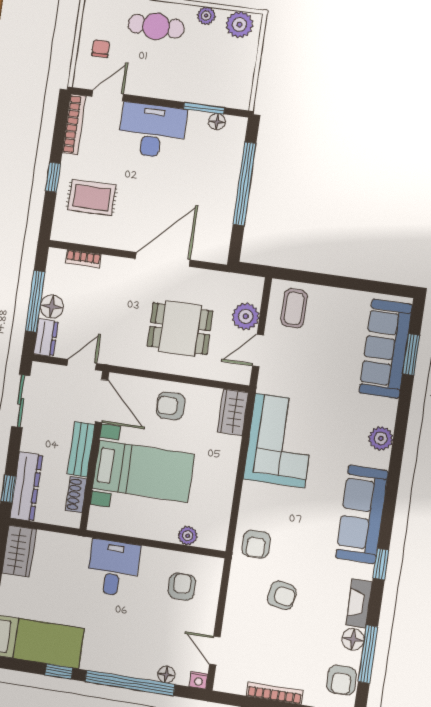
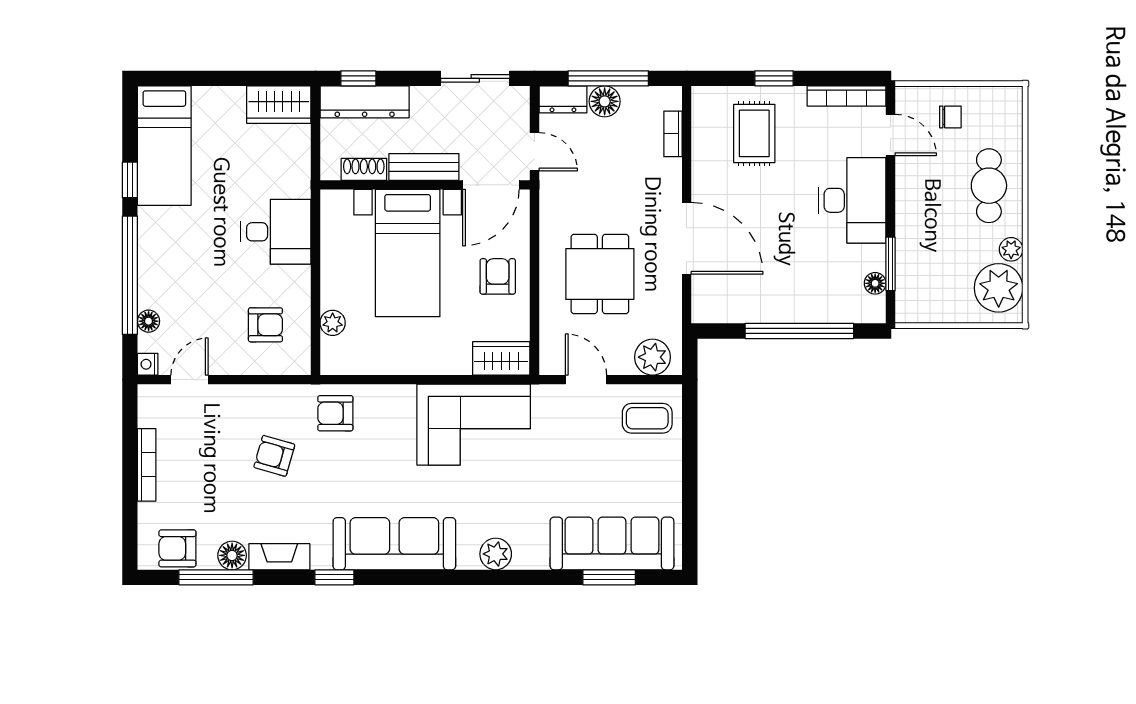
plant: (239, 25) -> (999, 288), width x1.36, depth x1.36
plant: (246, 316) -> (652, 357), moved
armchair: (282, 595) -> (274, 456), turned 96

